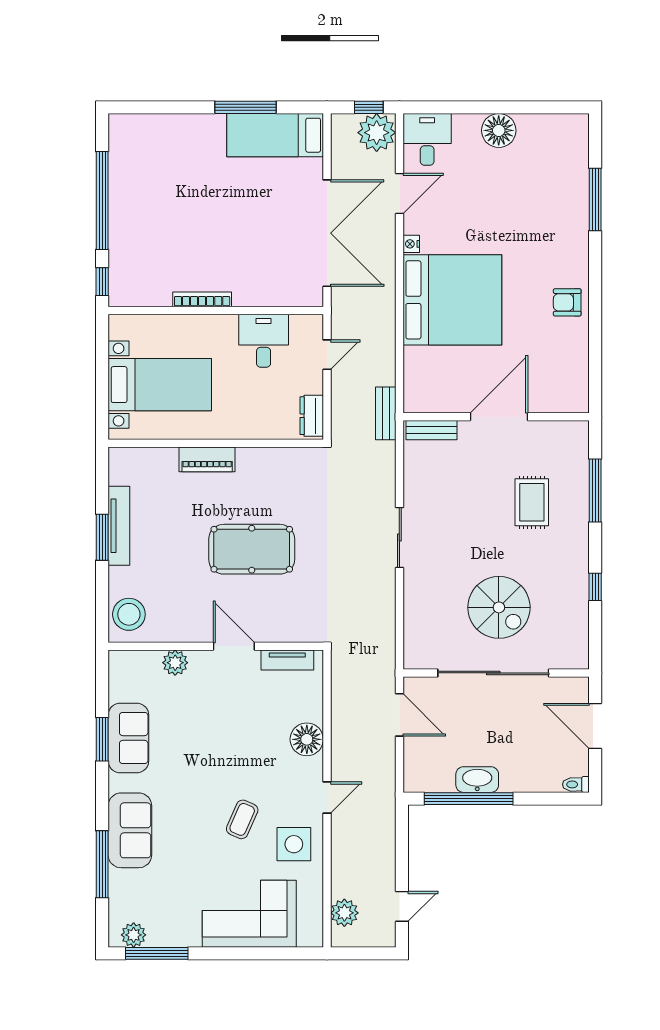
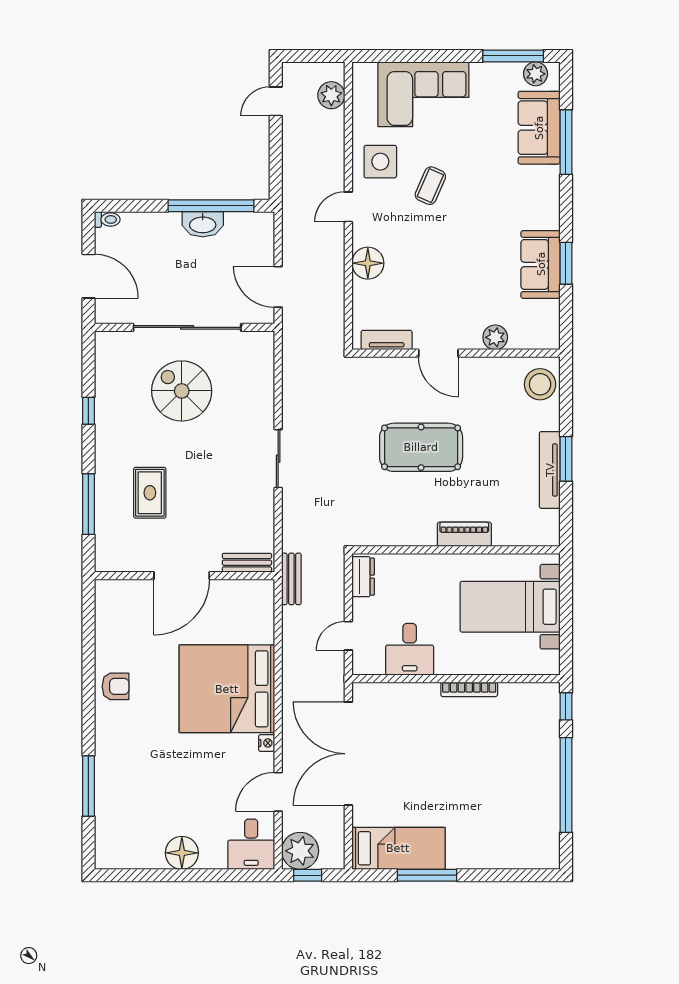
sofa: (130, 830) -> (539, 128), moved

